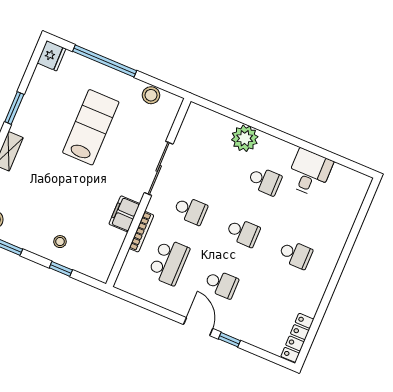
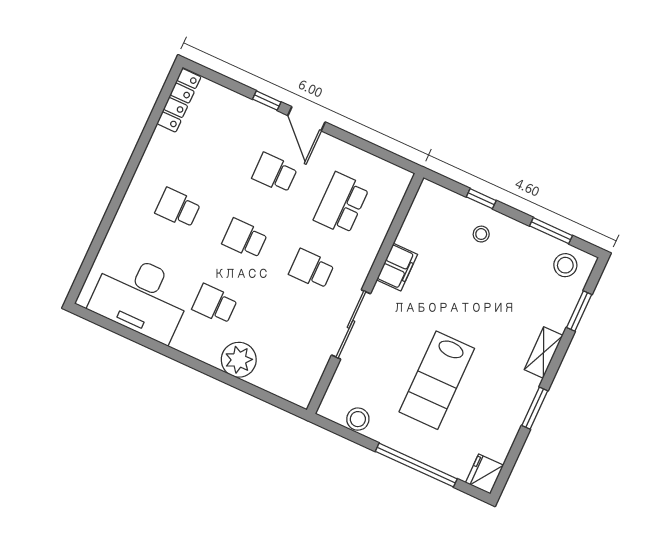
desk: (309, 173) -> (141, 297), width x1.87, depth x1.30
bookcase: (141, 232) -> (376, 243), removed

